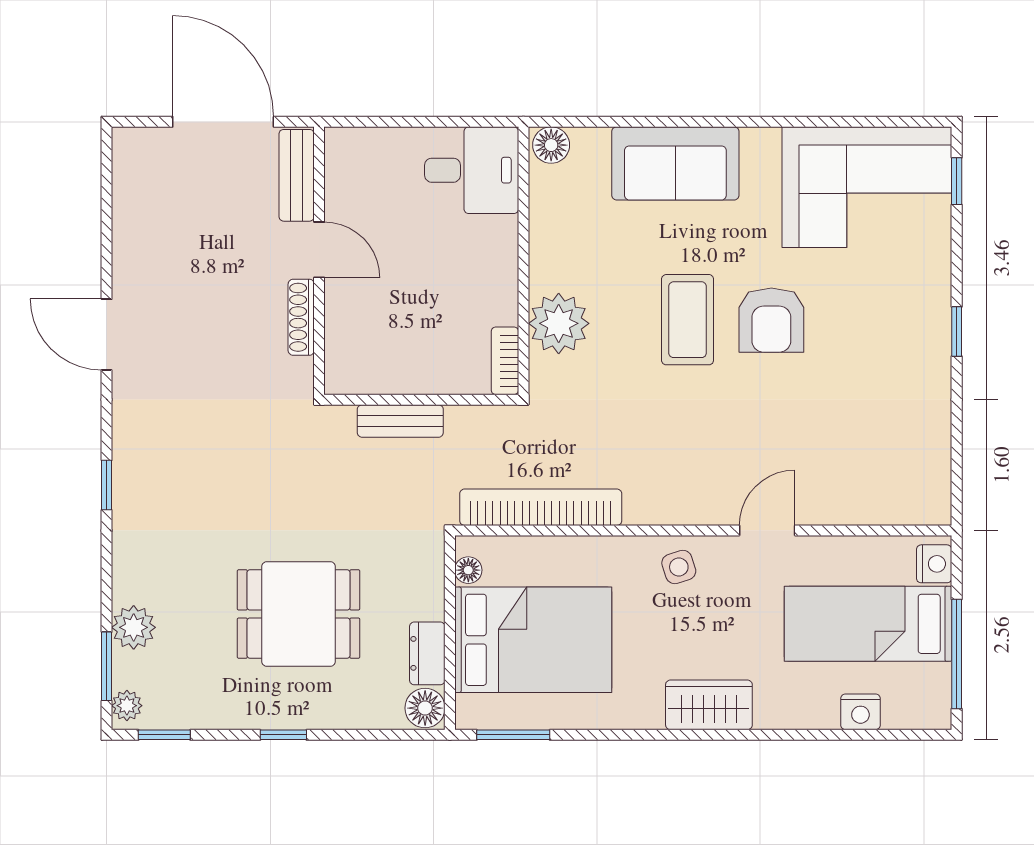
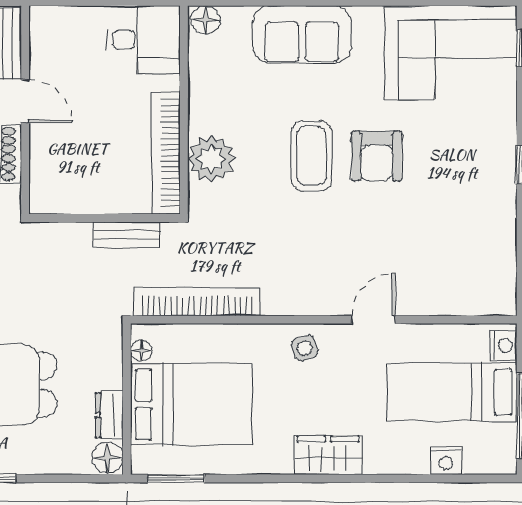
bookcase: (505, 361) -> (166, 153), width x2.31, depth x1.31
bench: (400, 421) -> (127, 235), moved

